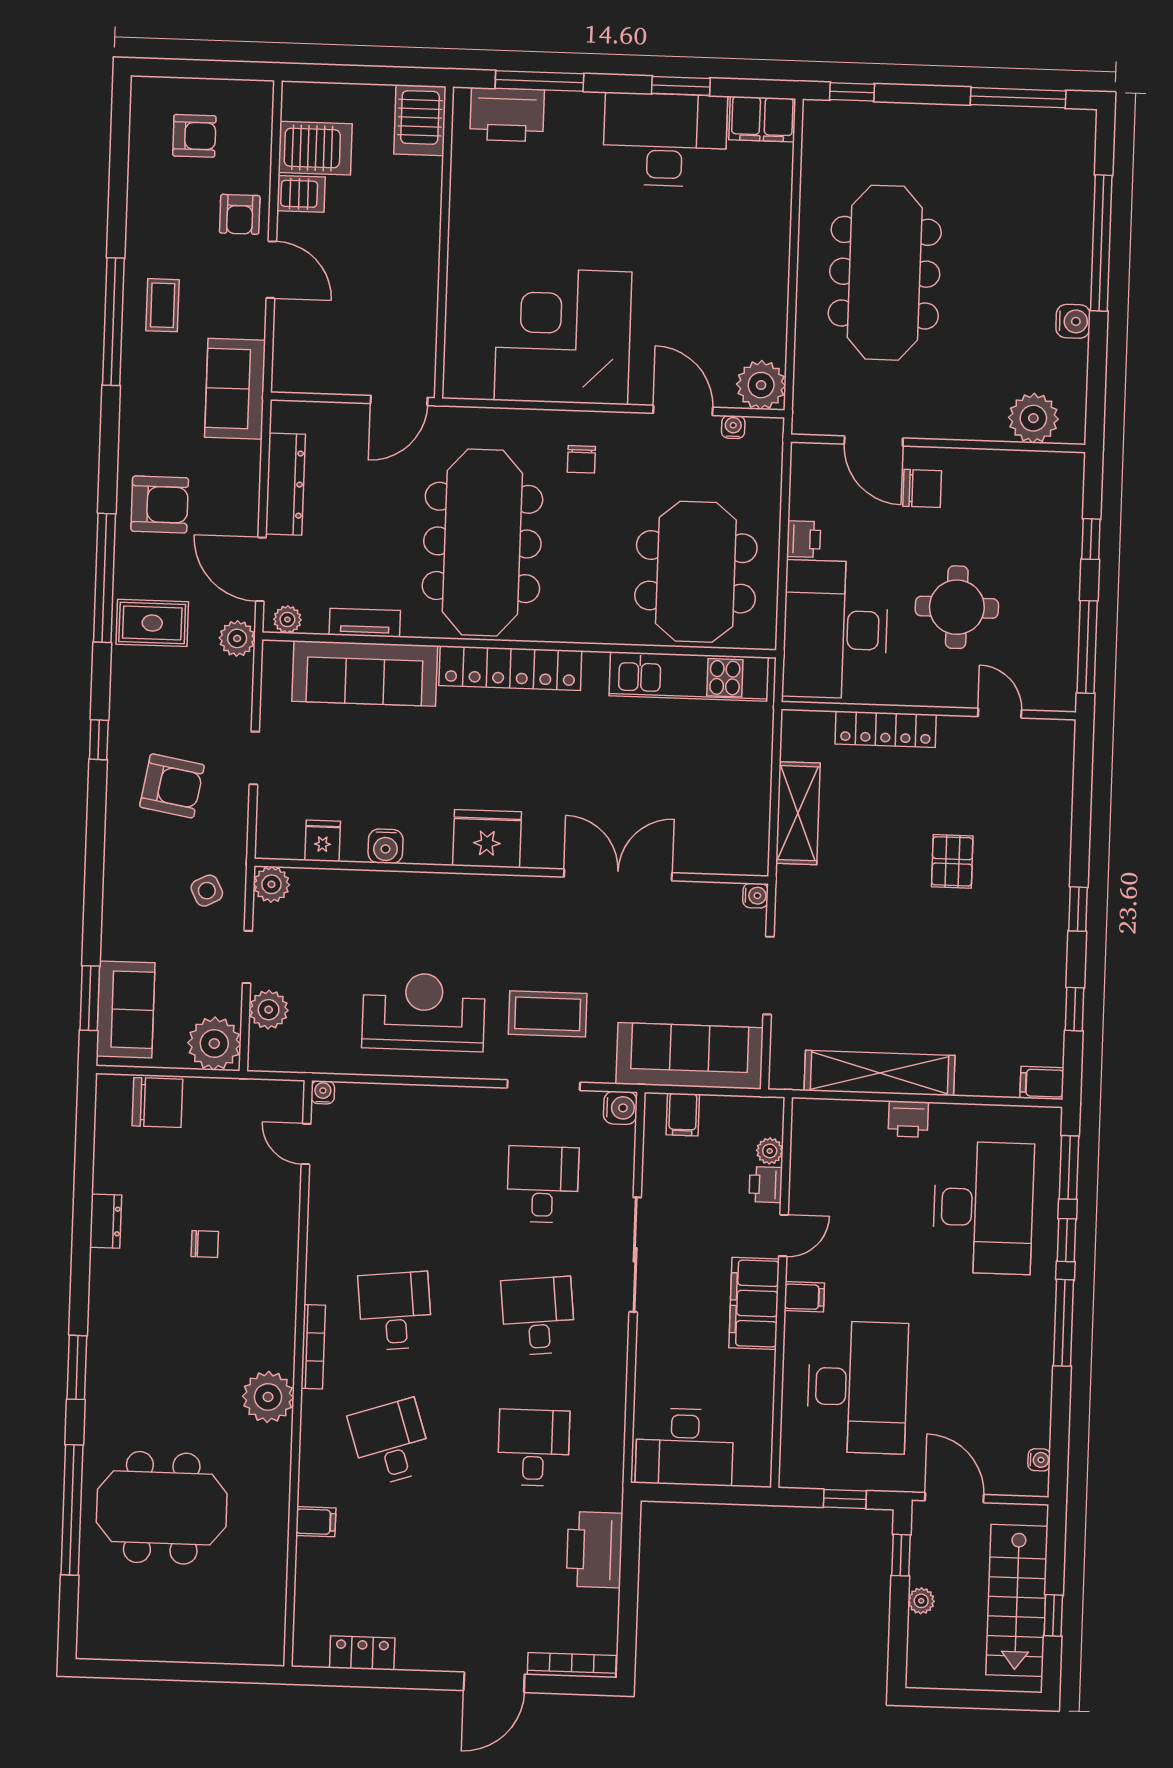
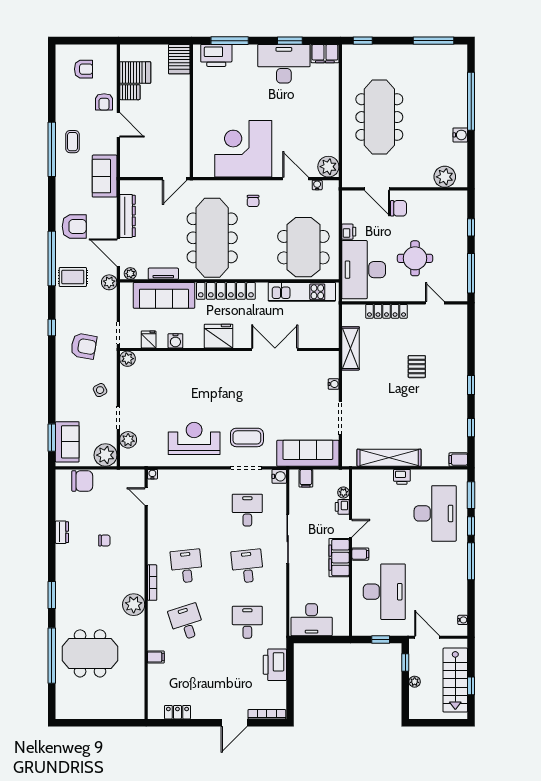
fridge: (487, 839) -> (219, 336), moved
fridge: (323, 841) -> (149, 339), moved
water cooler: (386, 846) -> (175, 341), moved
wall: (511, 871) -> (229, 350), moved
double door: (618, 875) -> (275, 350), moved
plant: (271, 884) -> (127, 359), moved

